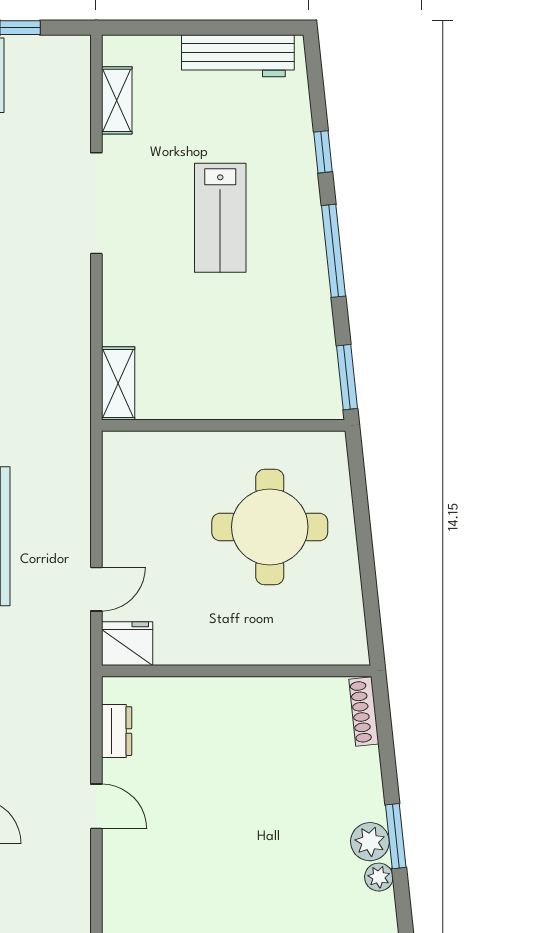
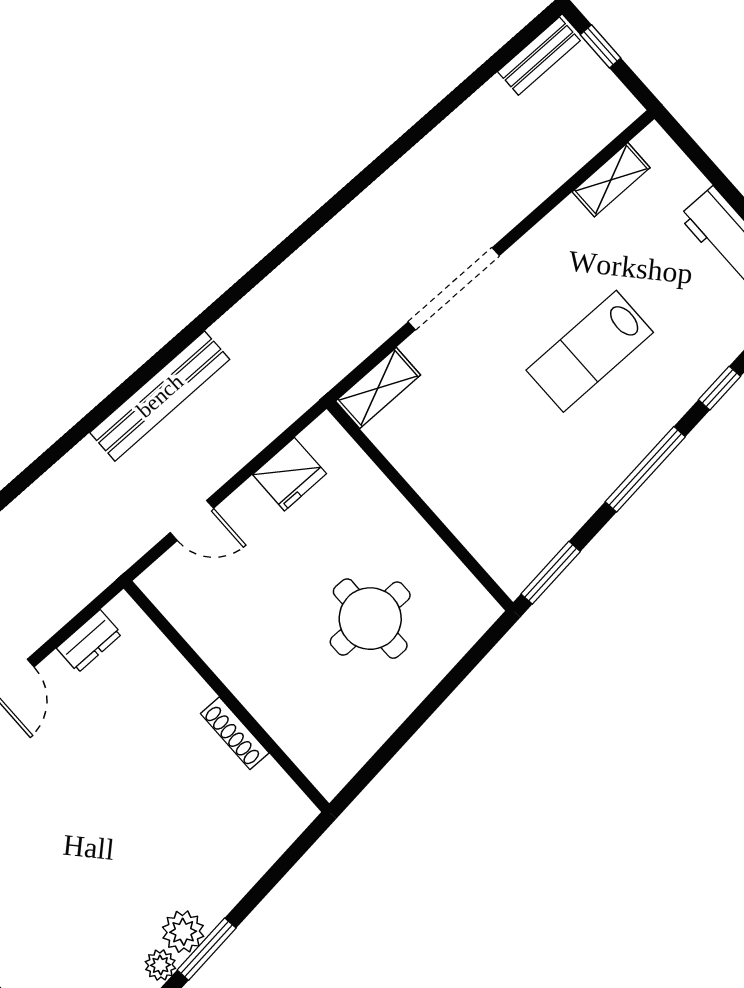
doorway: (96, 203) -> (454, 289), moved
round table: (270, 527) -> (370, 619), width x0.73, depth x0.73
fridge: (127, 644) -> (289, 474), moved, turned 90
shoe rack: (364, 712) -> (235, 733), moved, turned -84

